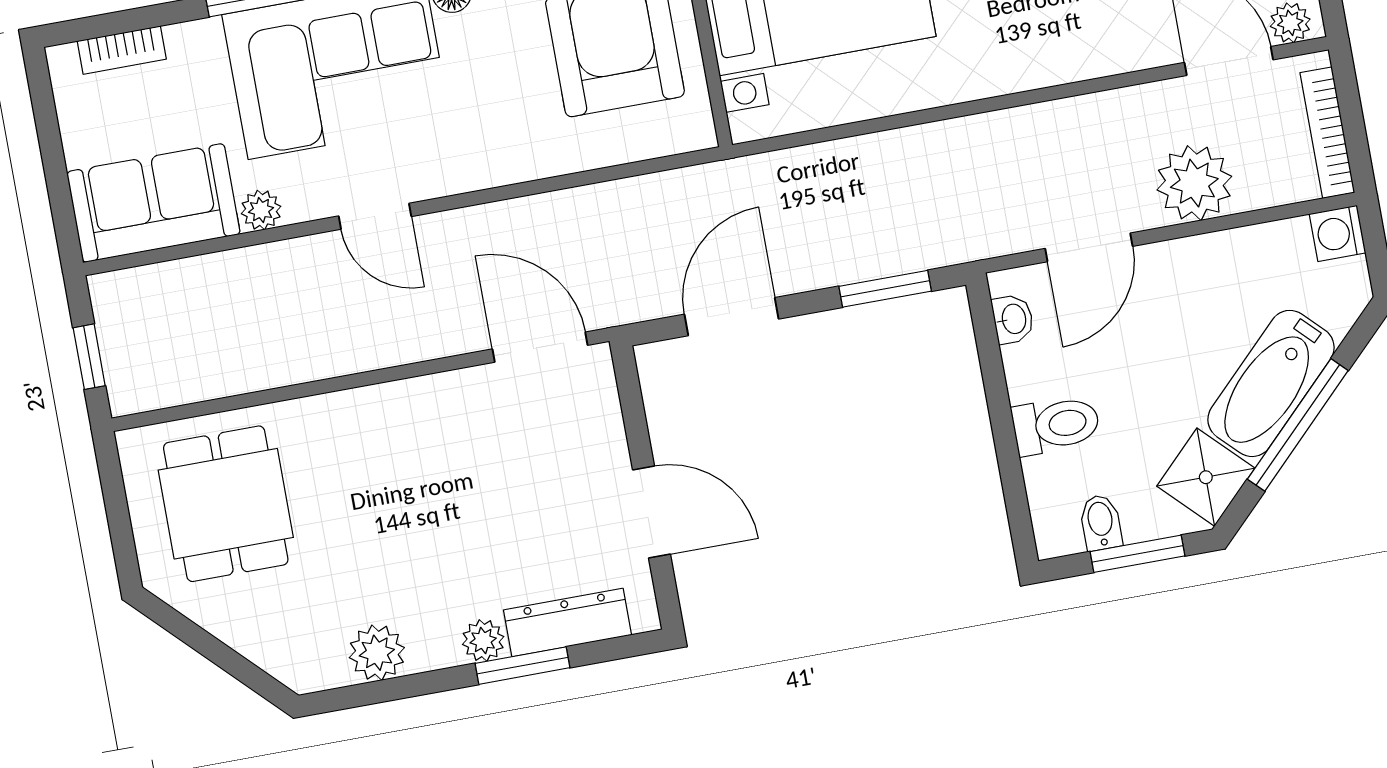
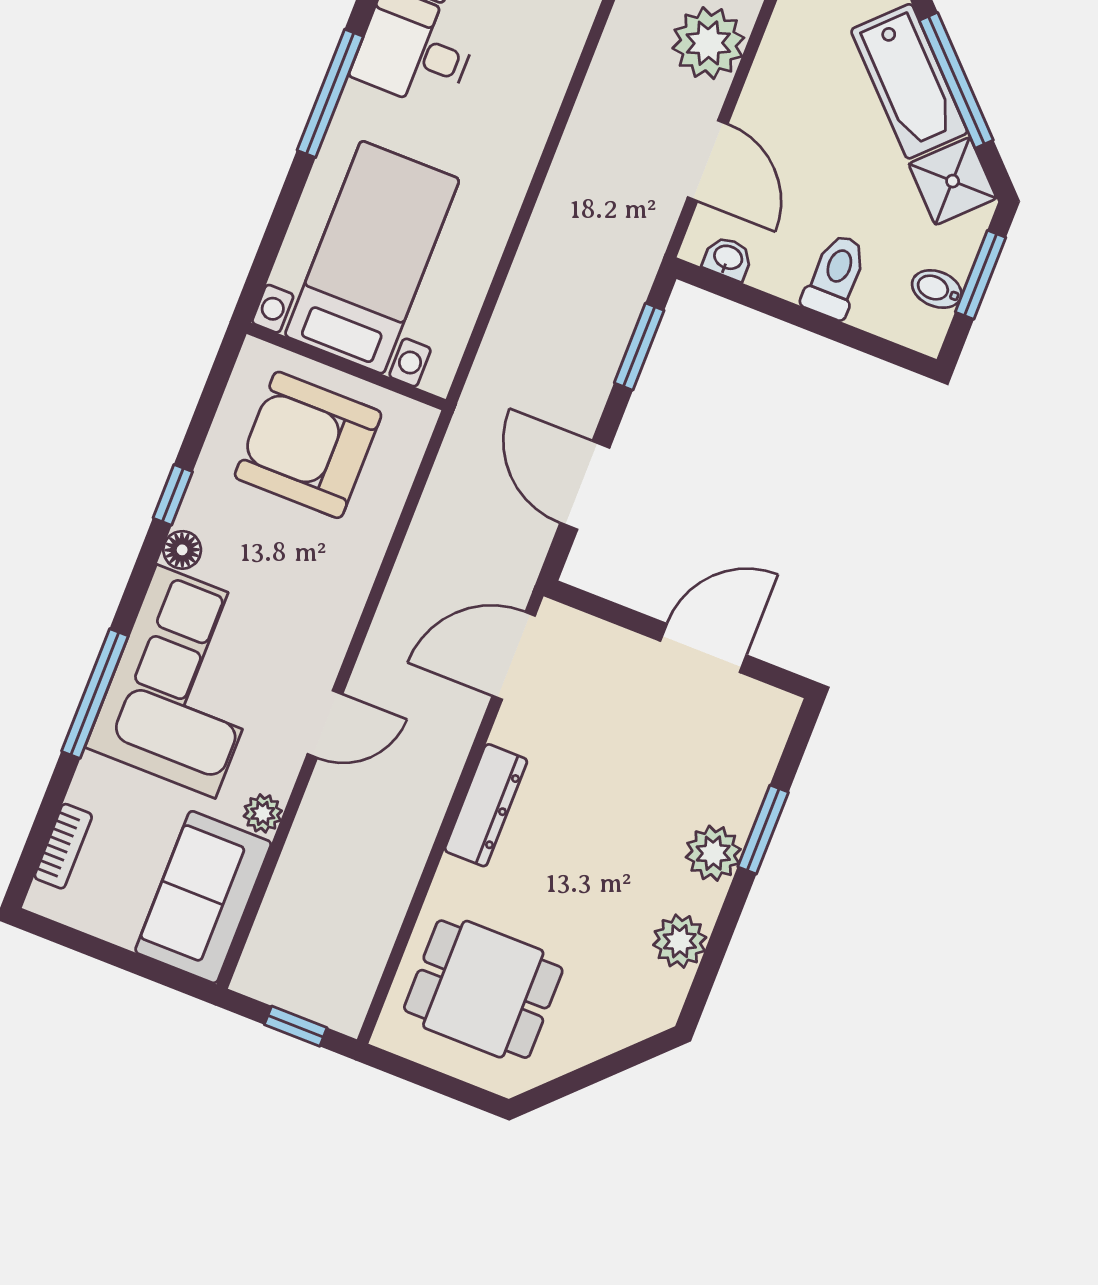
dresser: (568, 623) -> (486, 805), moved, turned 180
plant: (483, 640) -> (713, 853), width x1.38, depth x1.38

